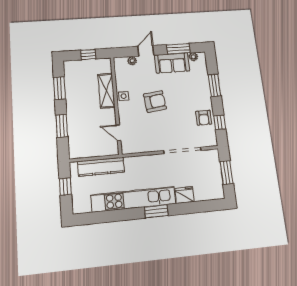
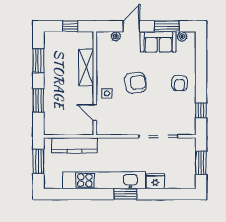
window: (215, 85) -> (201, 70), removed
side table: (124, 96) -> (107, 93), moved
armchair: (204, 118) -> (179, 83), moved
window: (65, 187) -> (38, 161), width x1.50

